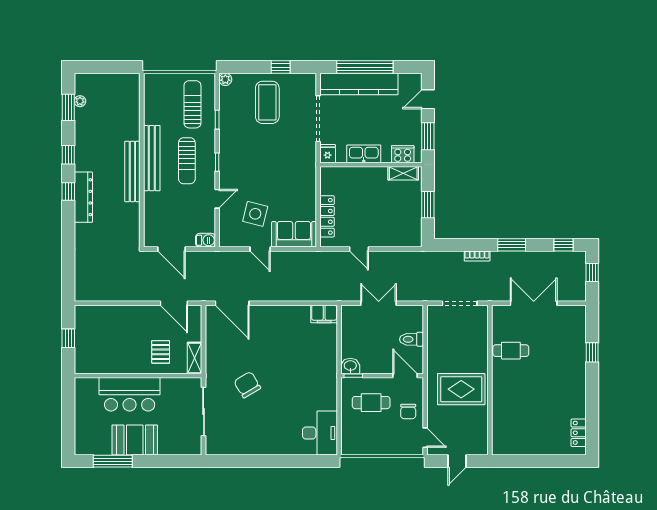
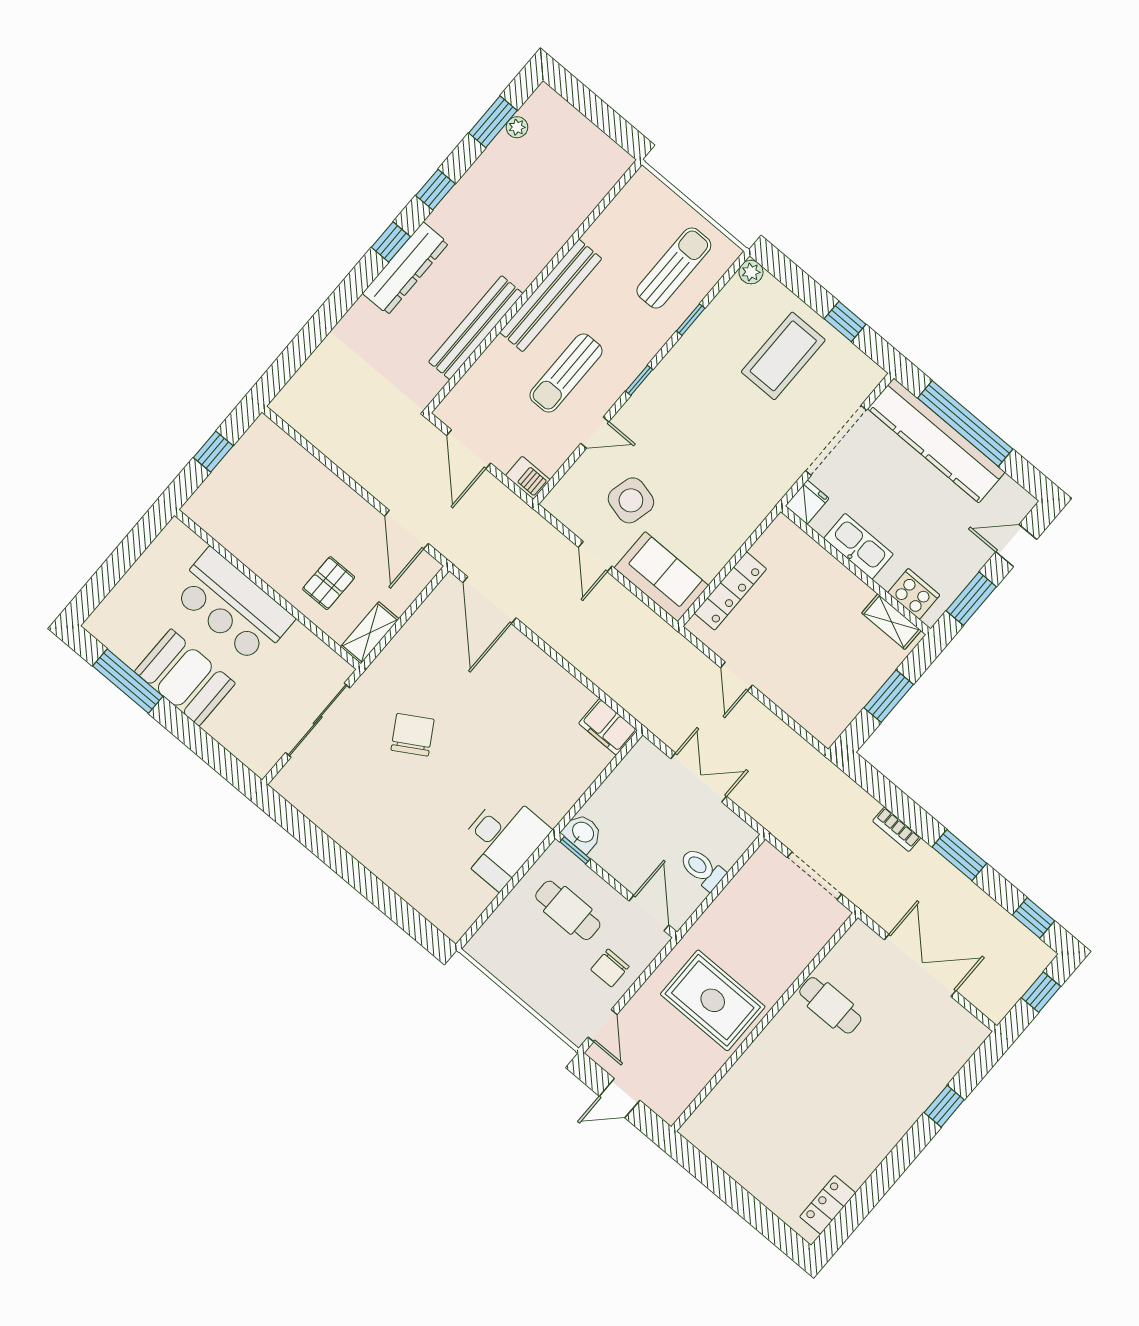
sun lounger: (187, 161) -> (566, 373), moved
bench: (132, 171) -> (476, 328), moved
desk: (320, 433) -> (502, 840), moved

